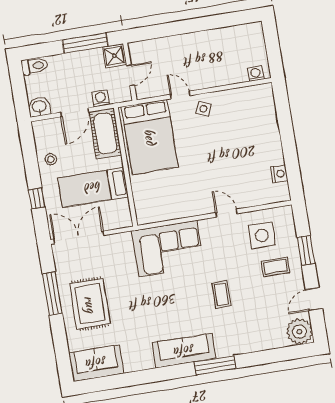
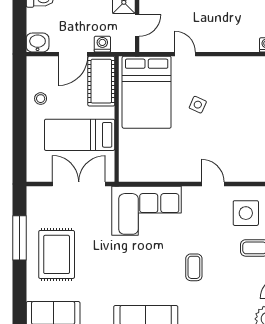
side table: (203, 109) -> (198, 105), moved
window: (37, 198) -> (19, 137), removed
double door: (79, 237) -> (79, 184), moved

